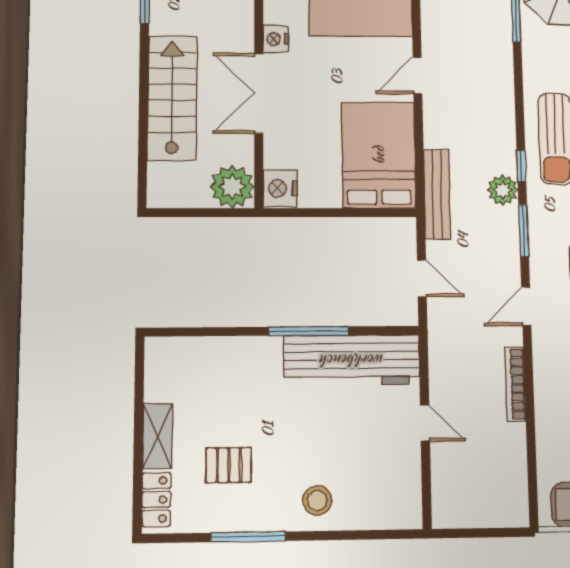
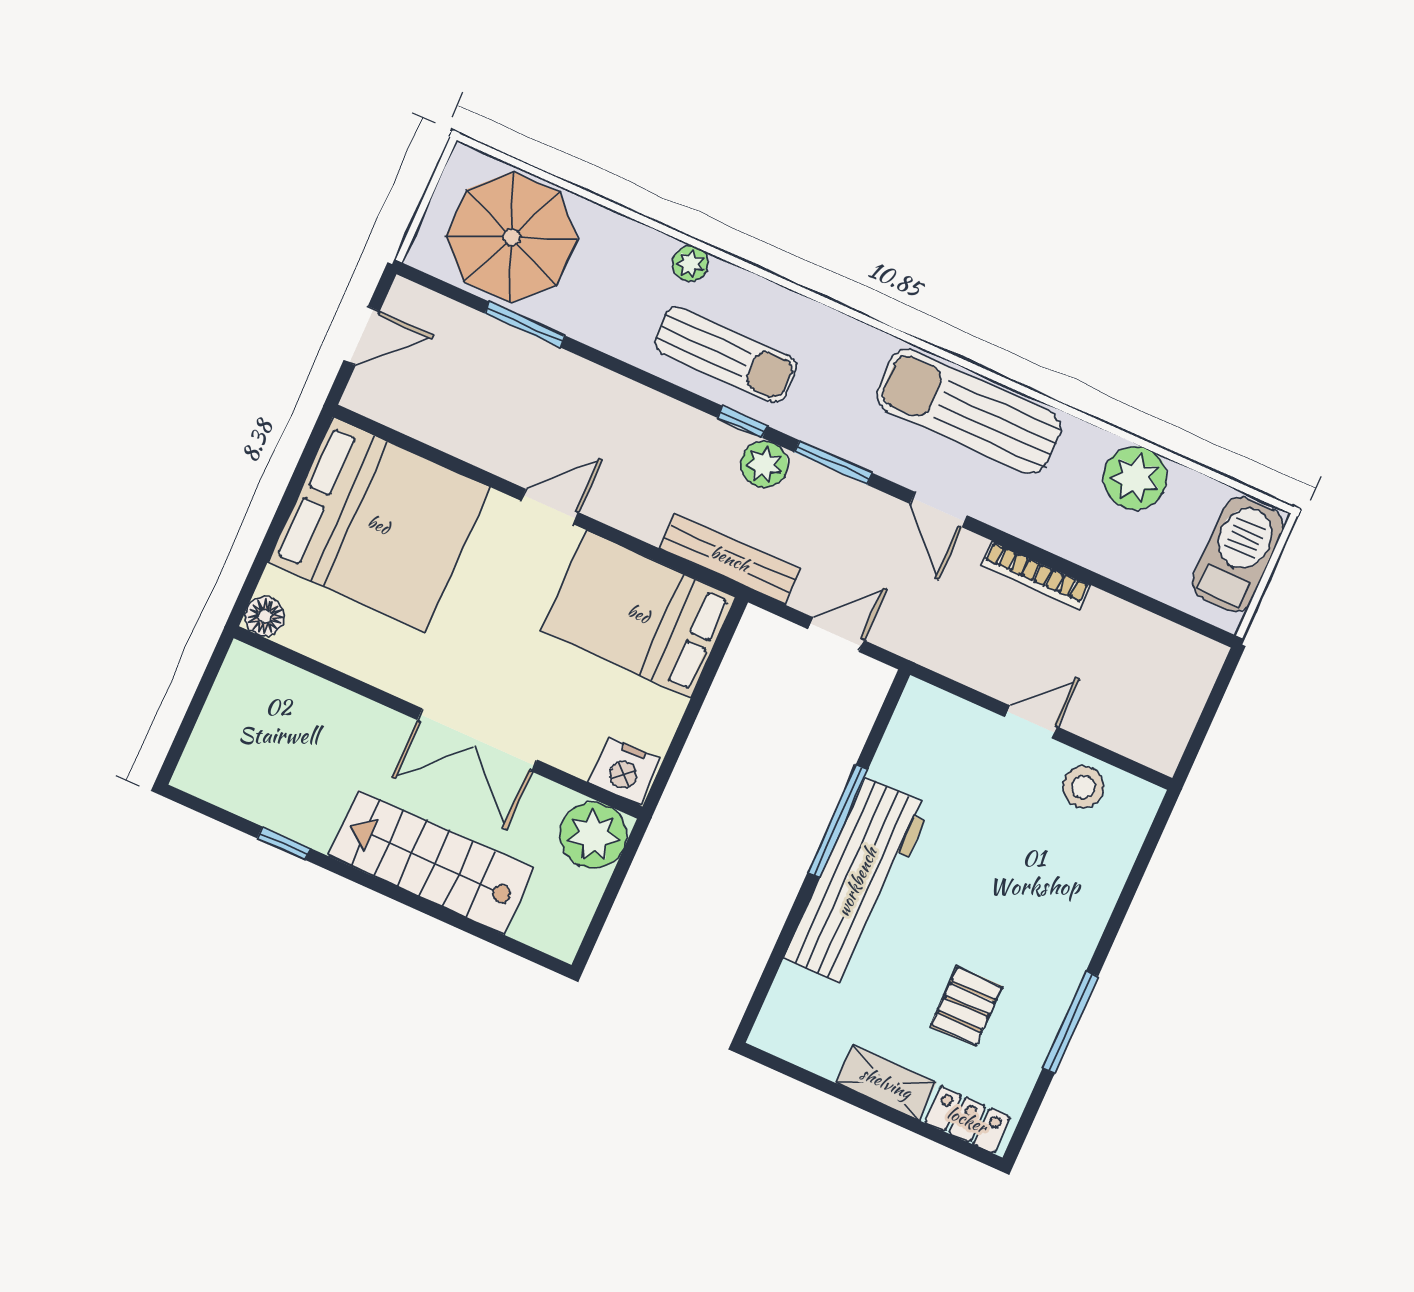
nightstand: (276, 39) -> (409, 681), removed
door: (417, 76) -> (550, 507), swing flipped
workbench: (352, 360) -> (857, 882), moved
stool: (317, 500) -> (1083, 787), moved

